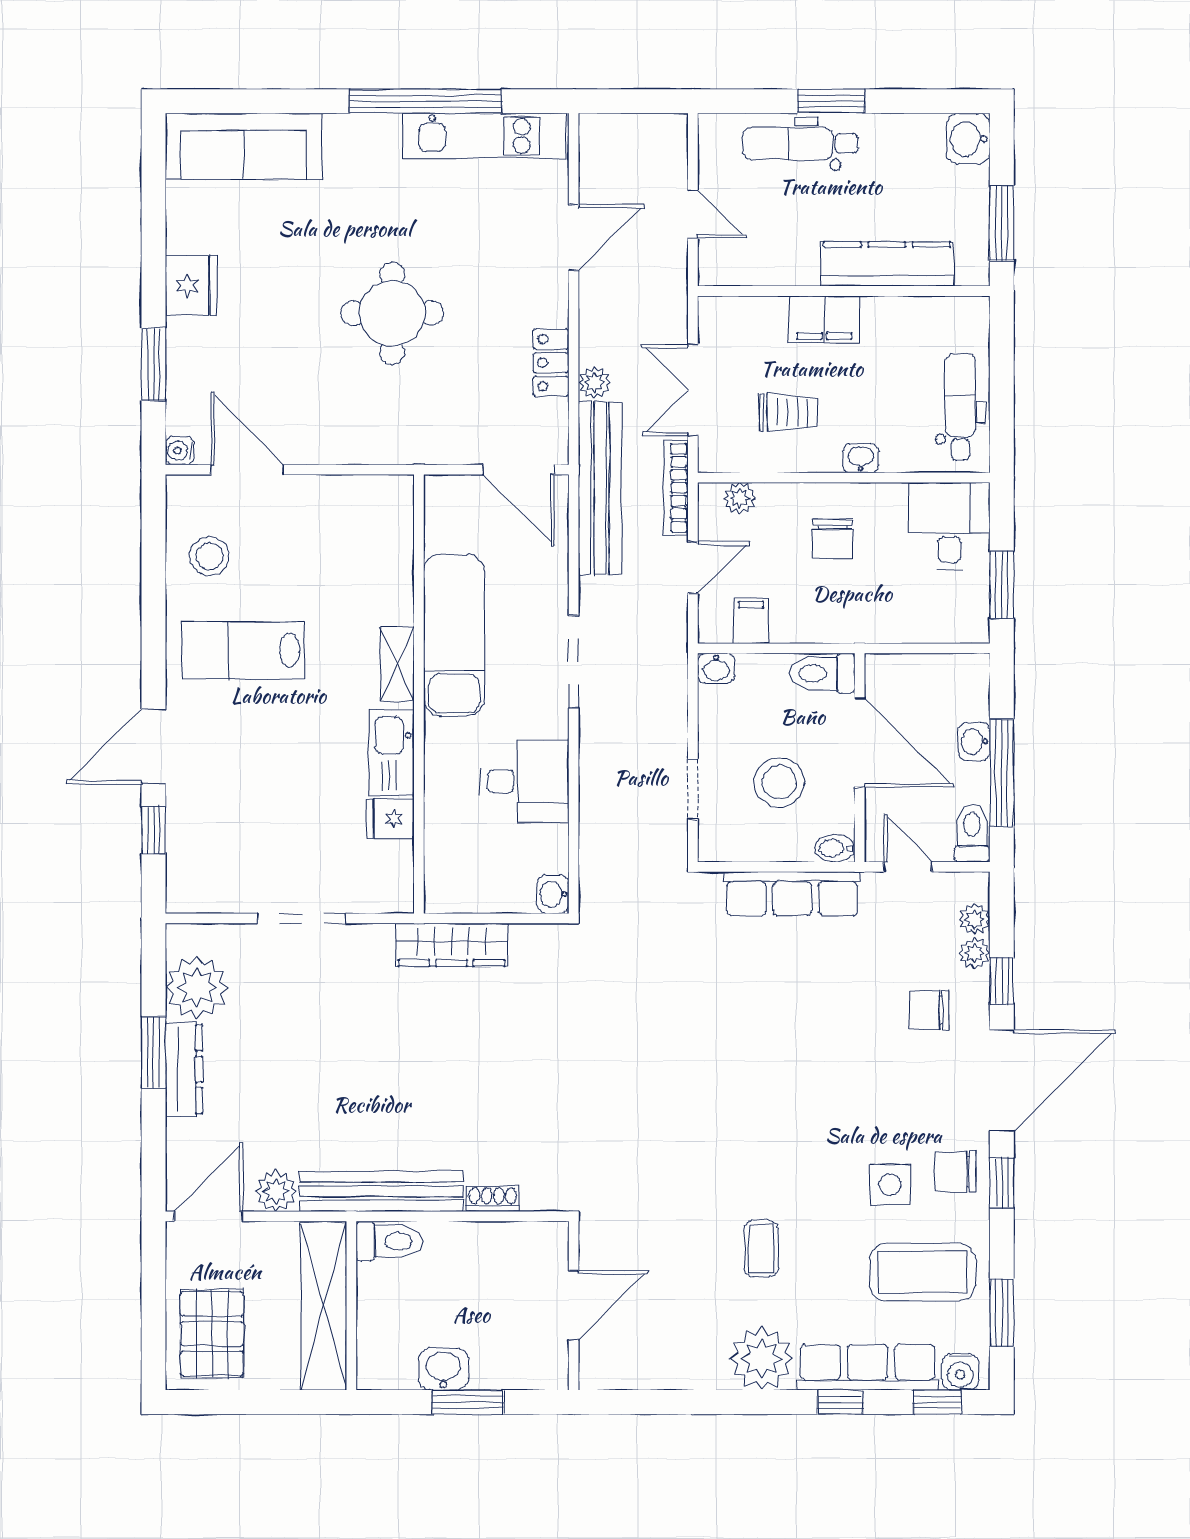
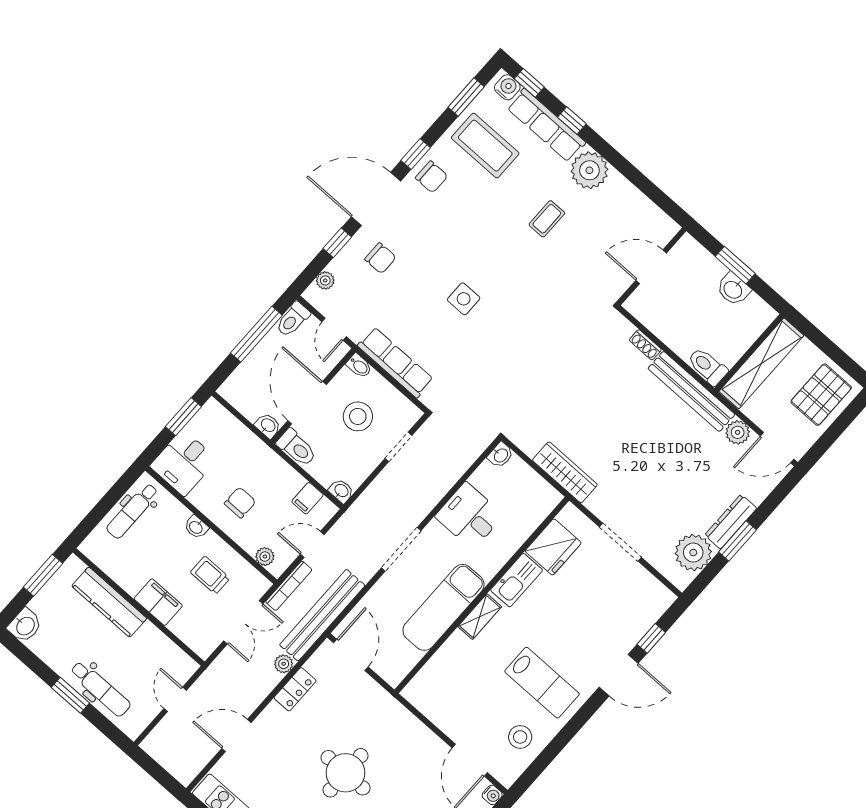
washbasin: (974, 742) -> (268, 426), moved, turned -90
fridge: (390, 819) -> (553, 547), width x1.88, depth x1.34
plant: (974, 953) -> (338, 266), removed
side table: (890, 1185) -> (464, 299), moved

